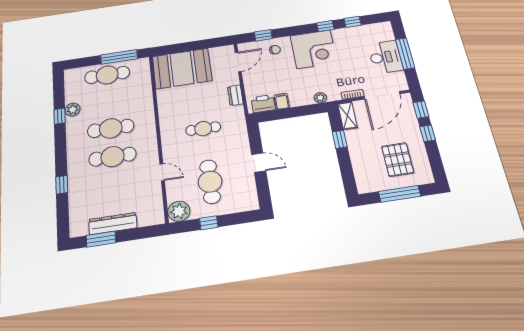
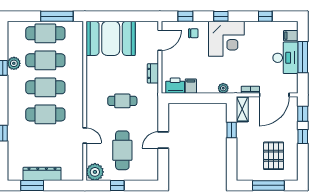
window: (325, 26) -> (221, 16), moved
filing cabinet: (386, 35) -> (291, 36), added
cafe table: (109, 101) -> (45, 60), added
door: (259, 163) -> (163, 140), swing flipped

